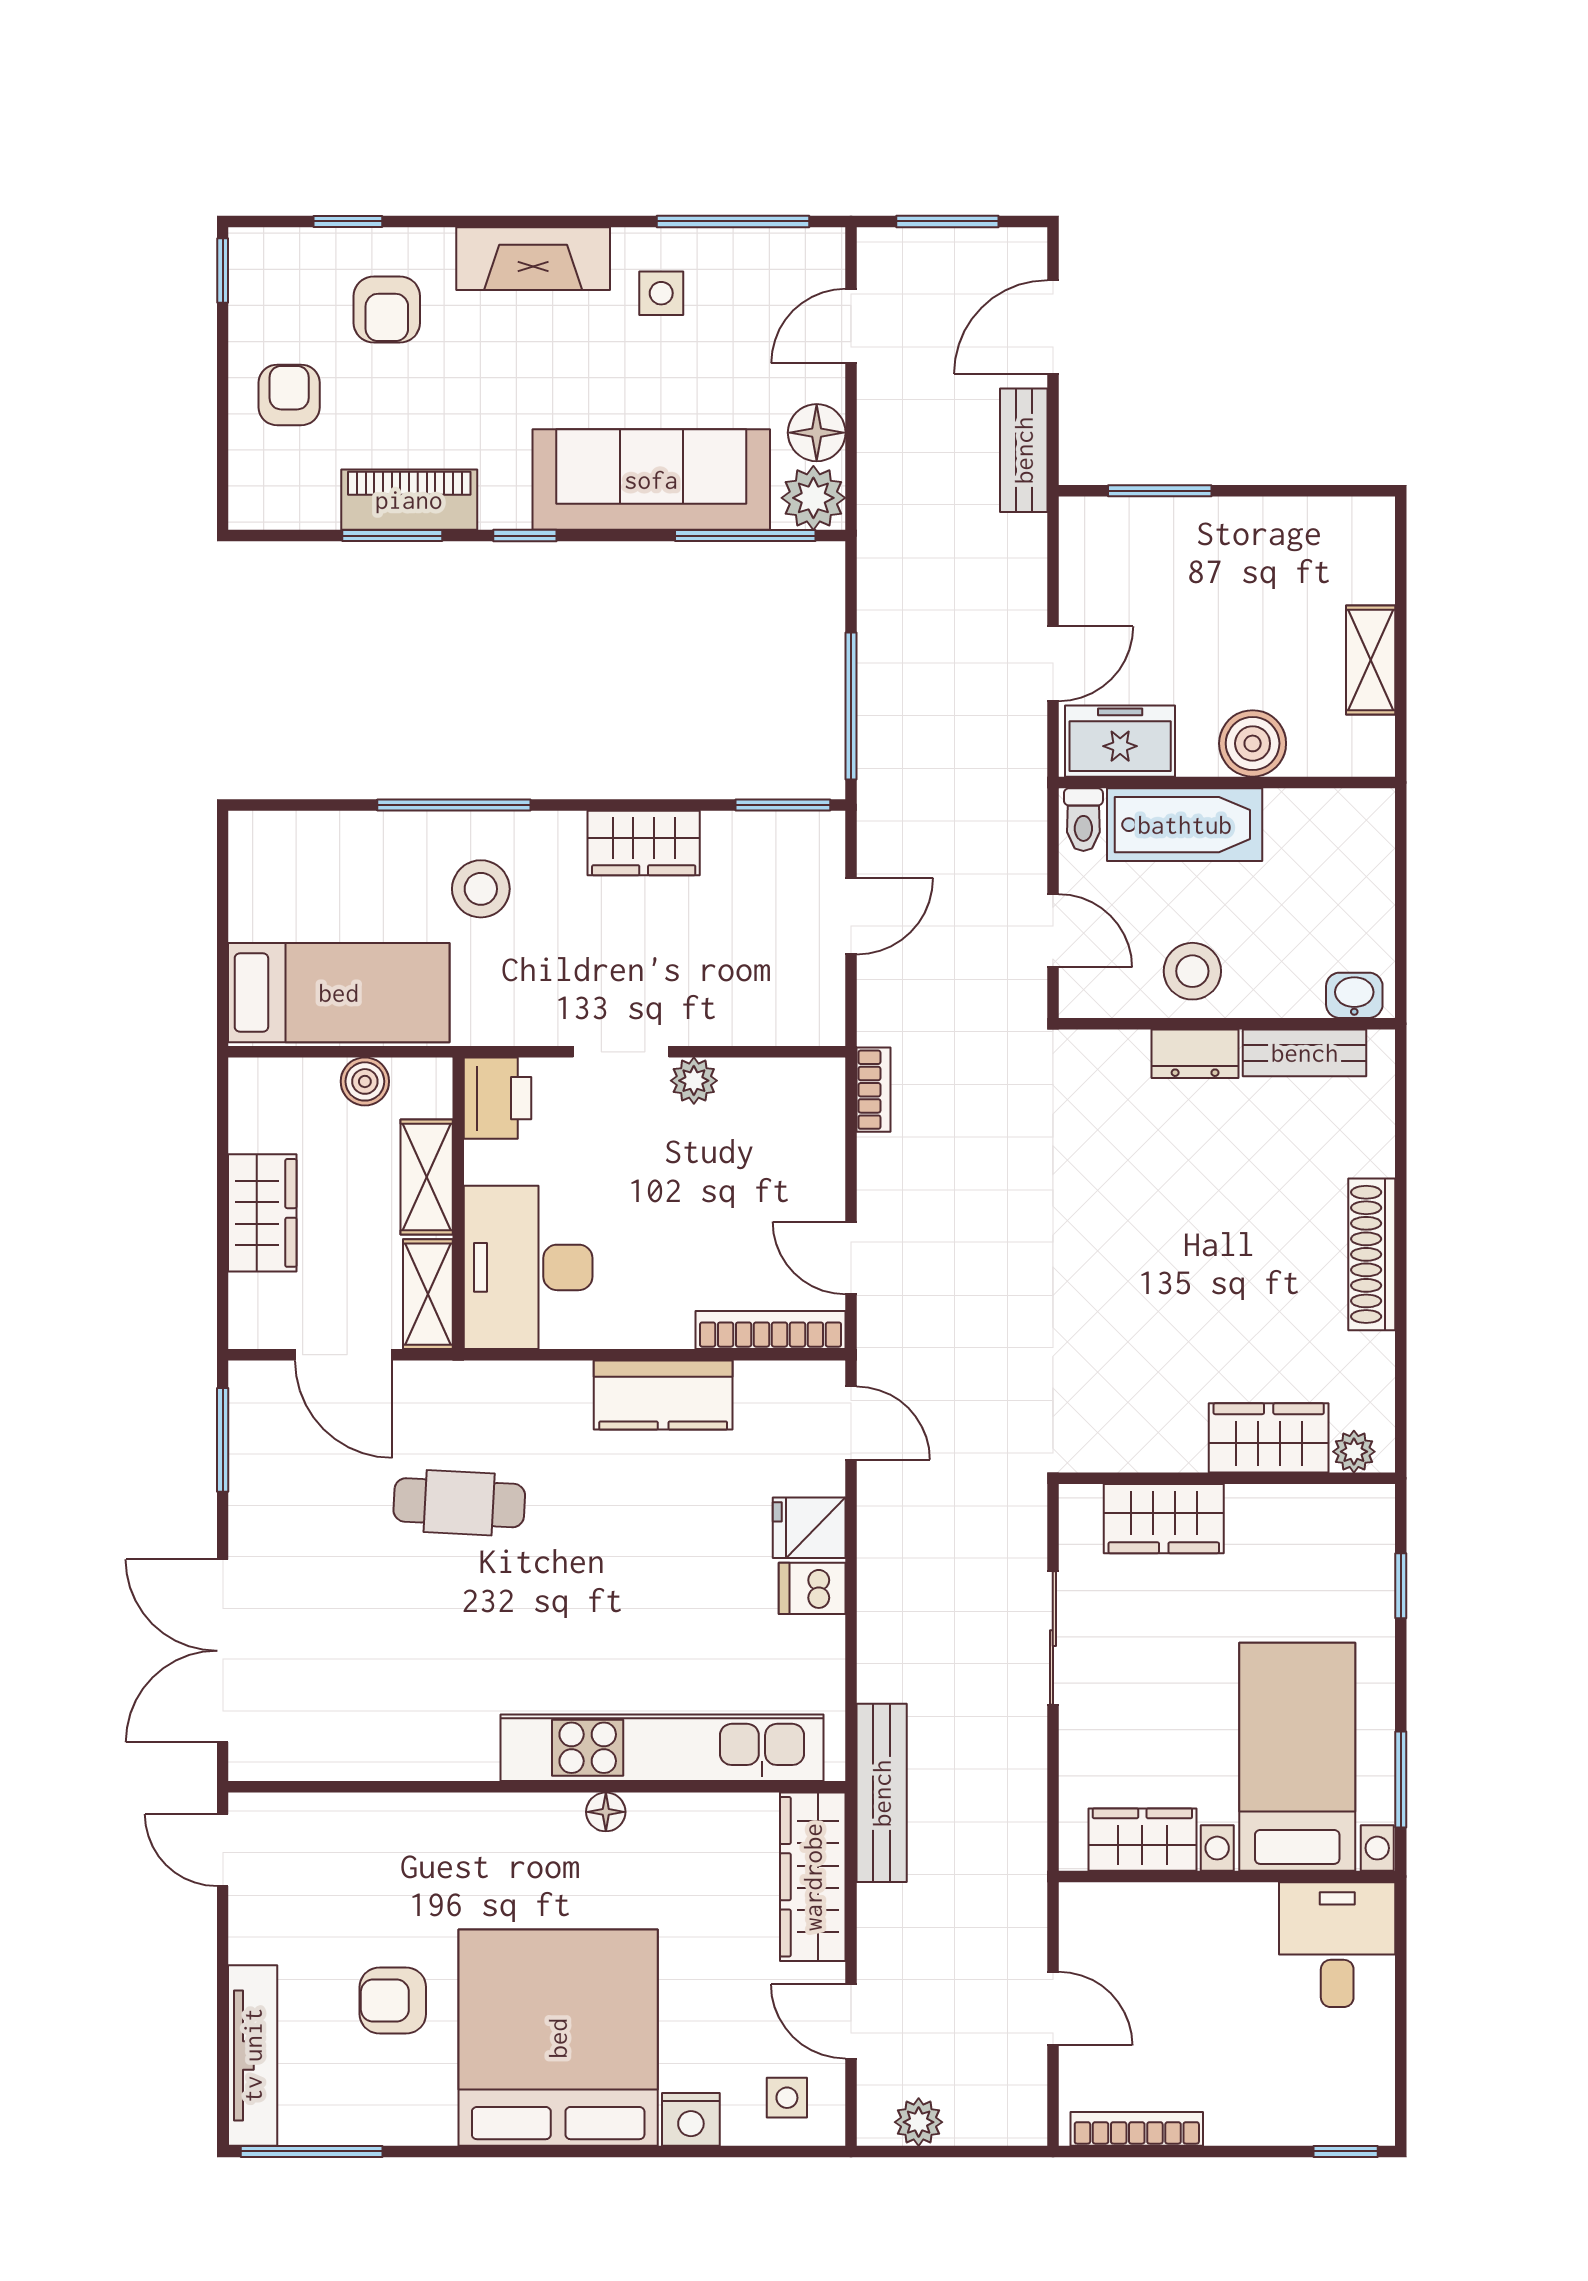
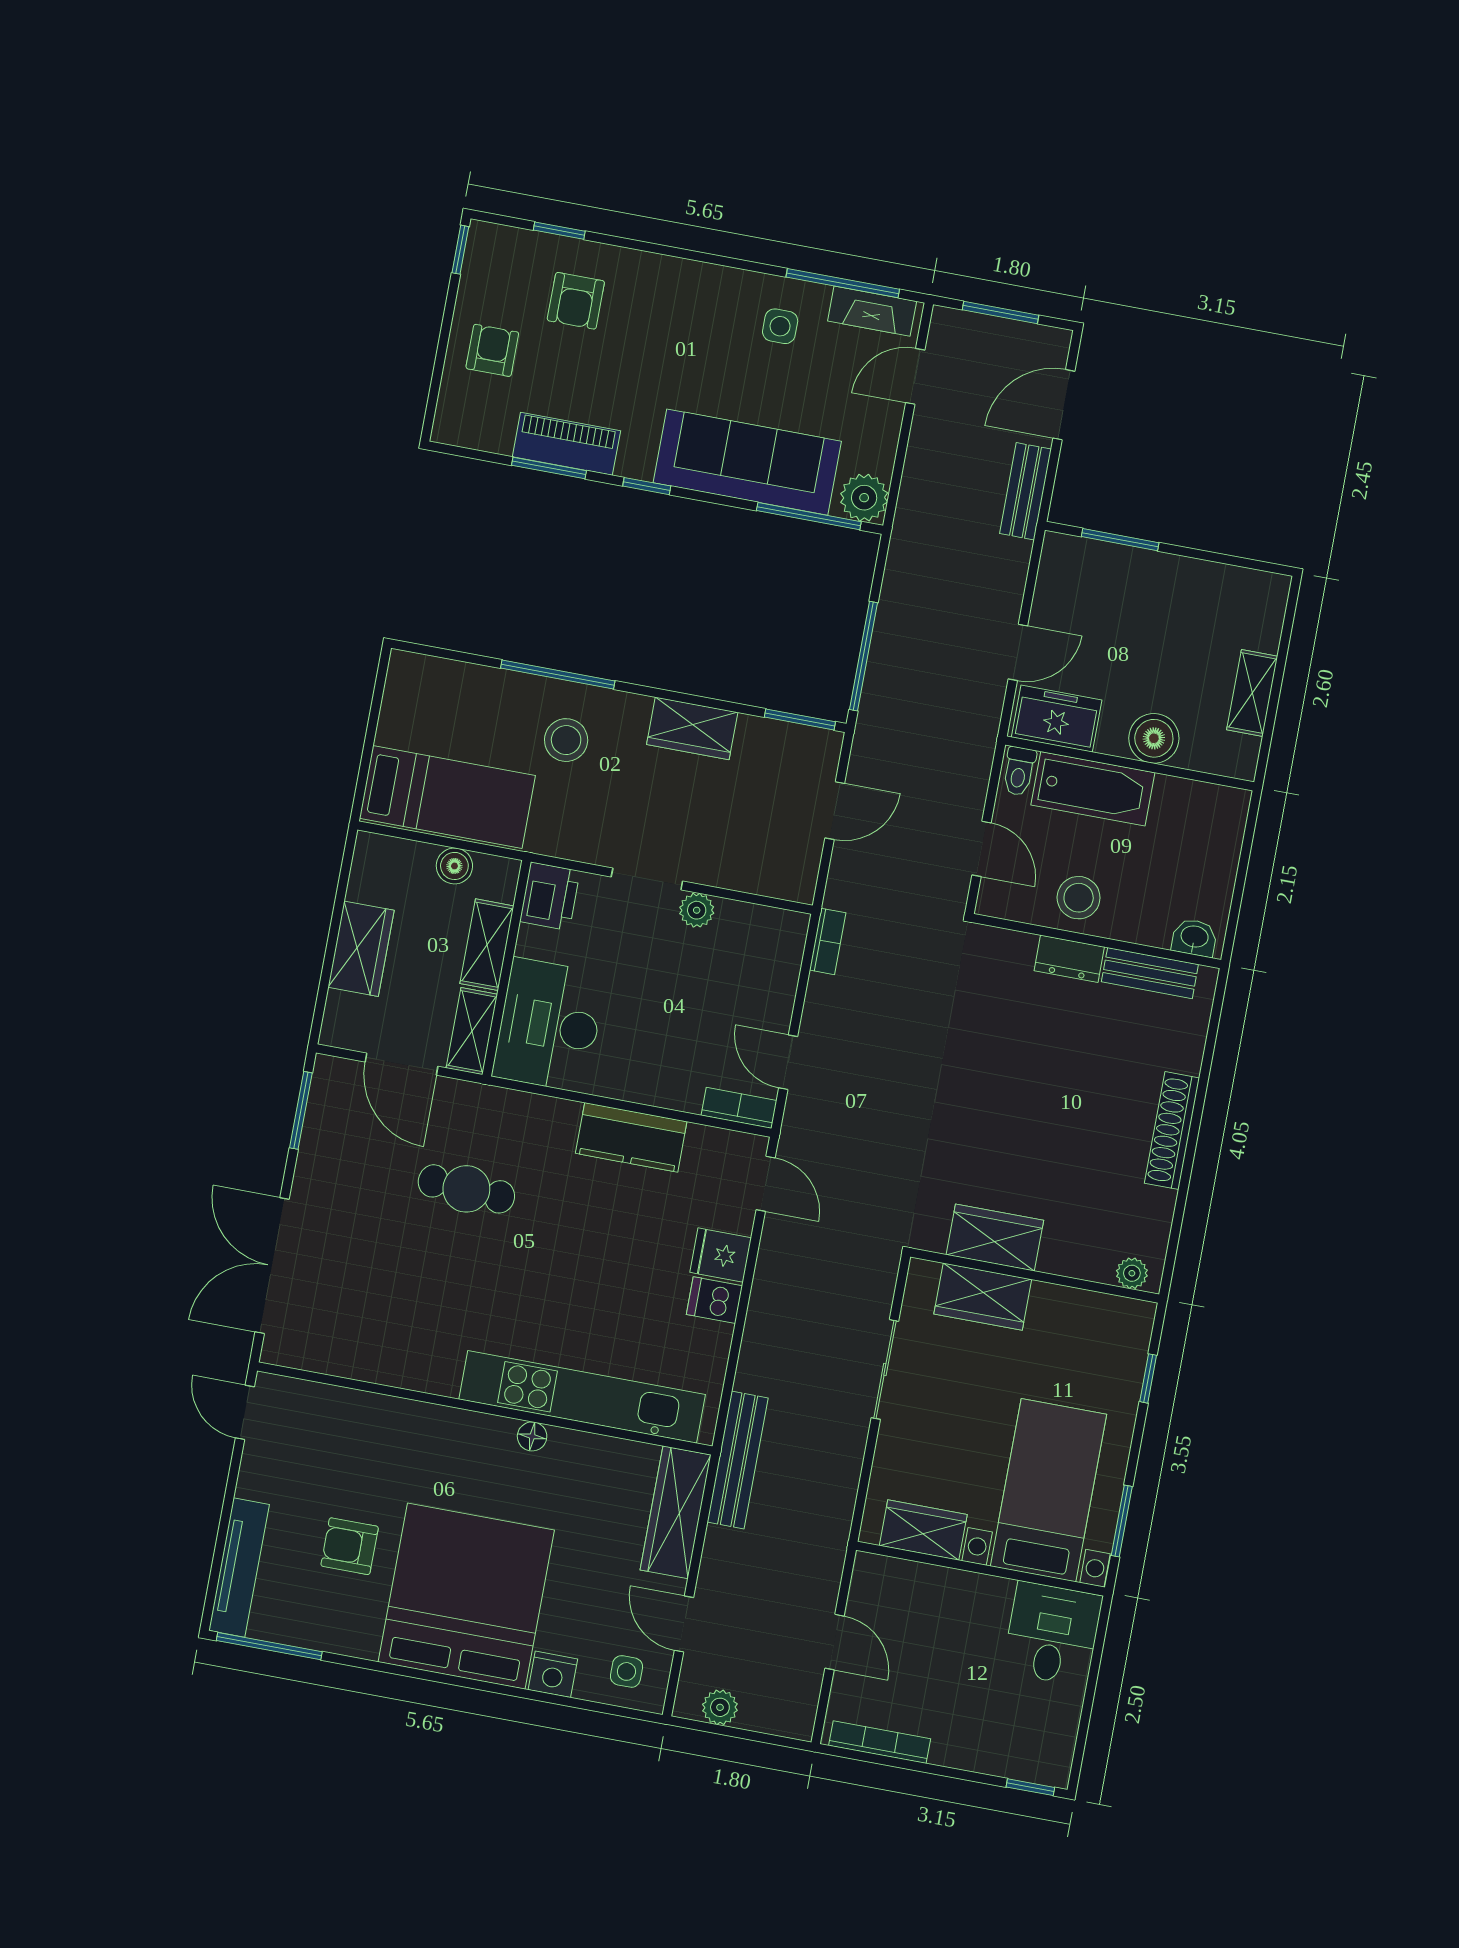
fireplace: (533, 259) -> (872, 311), moved, width x0.73, depth x0.76
floor lamp: (817, 433) -> (875, 450), removed
bookcase: (771, 1330) -> (739, 1108), width x0.64
wardrobe: (1269, 1438) -> (995, 1237), moved

